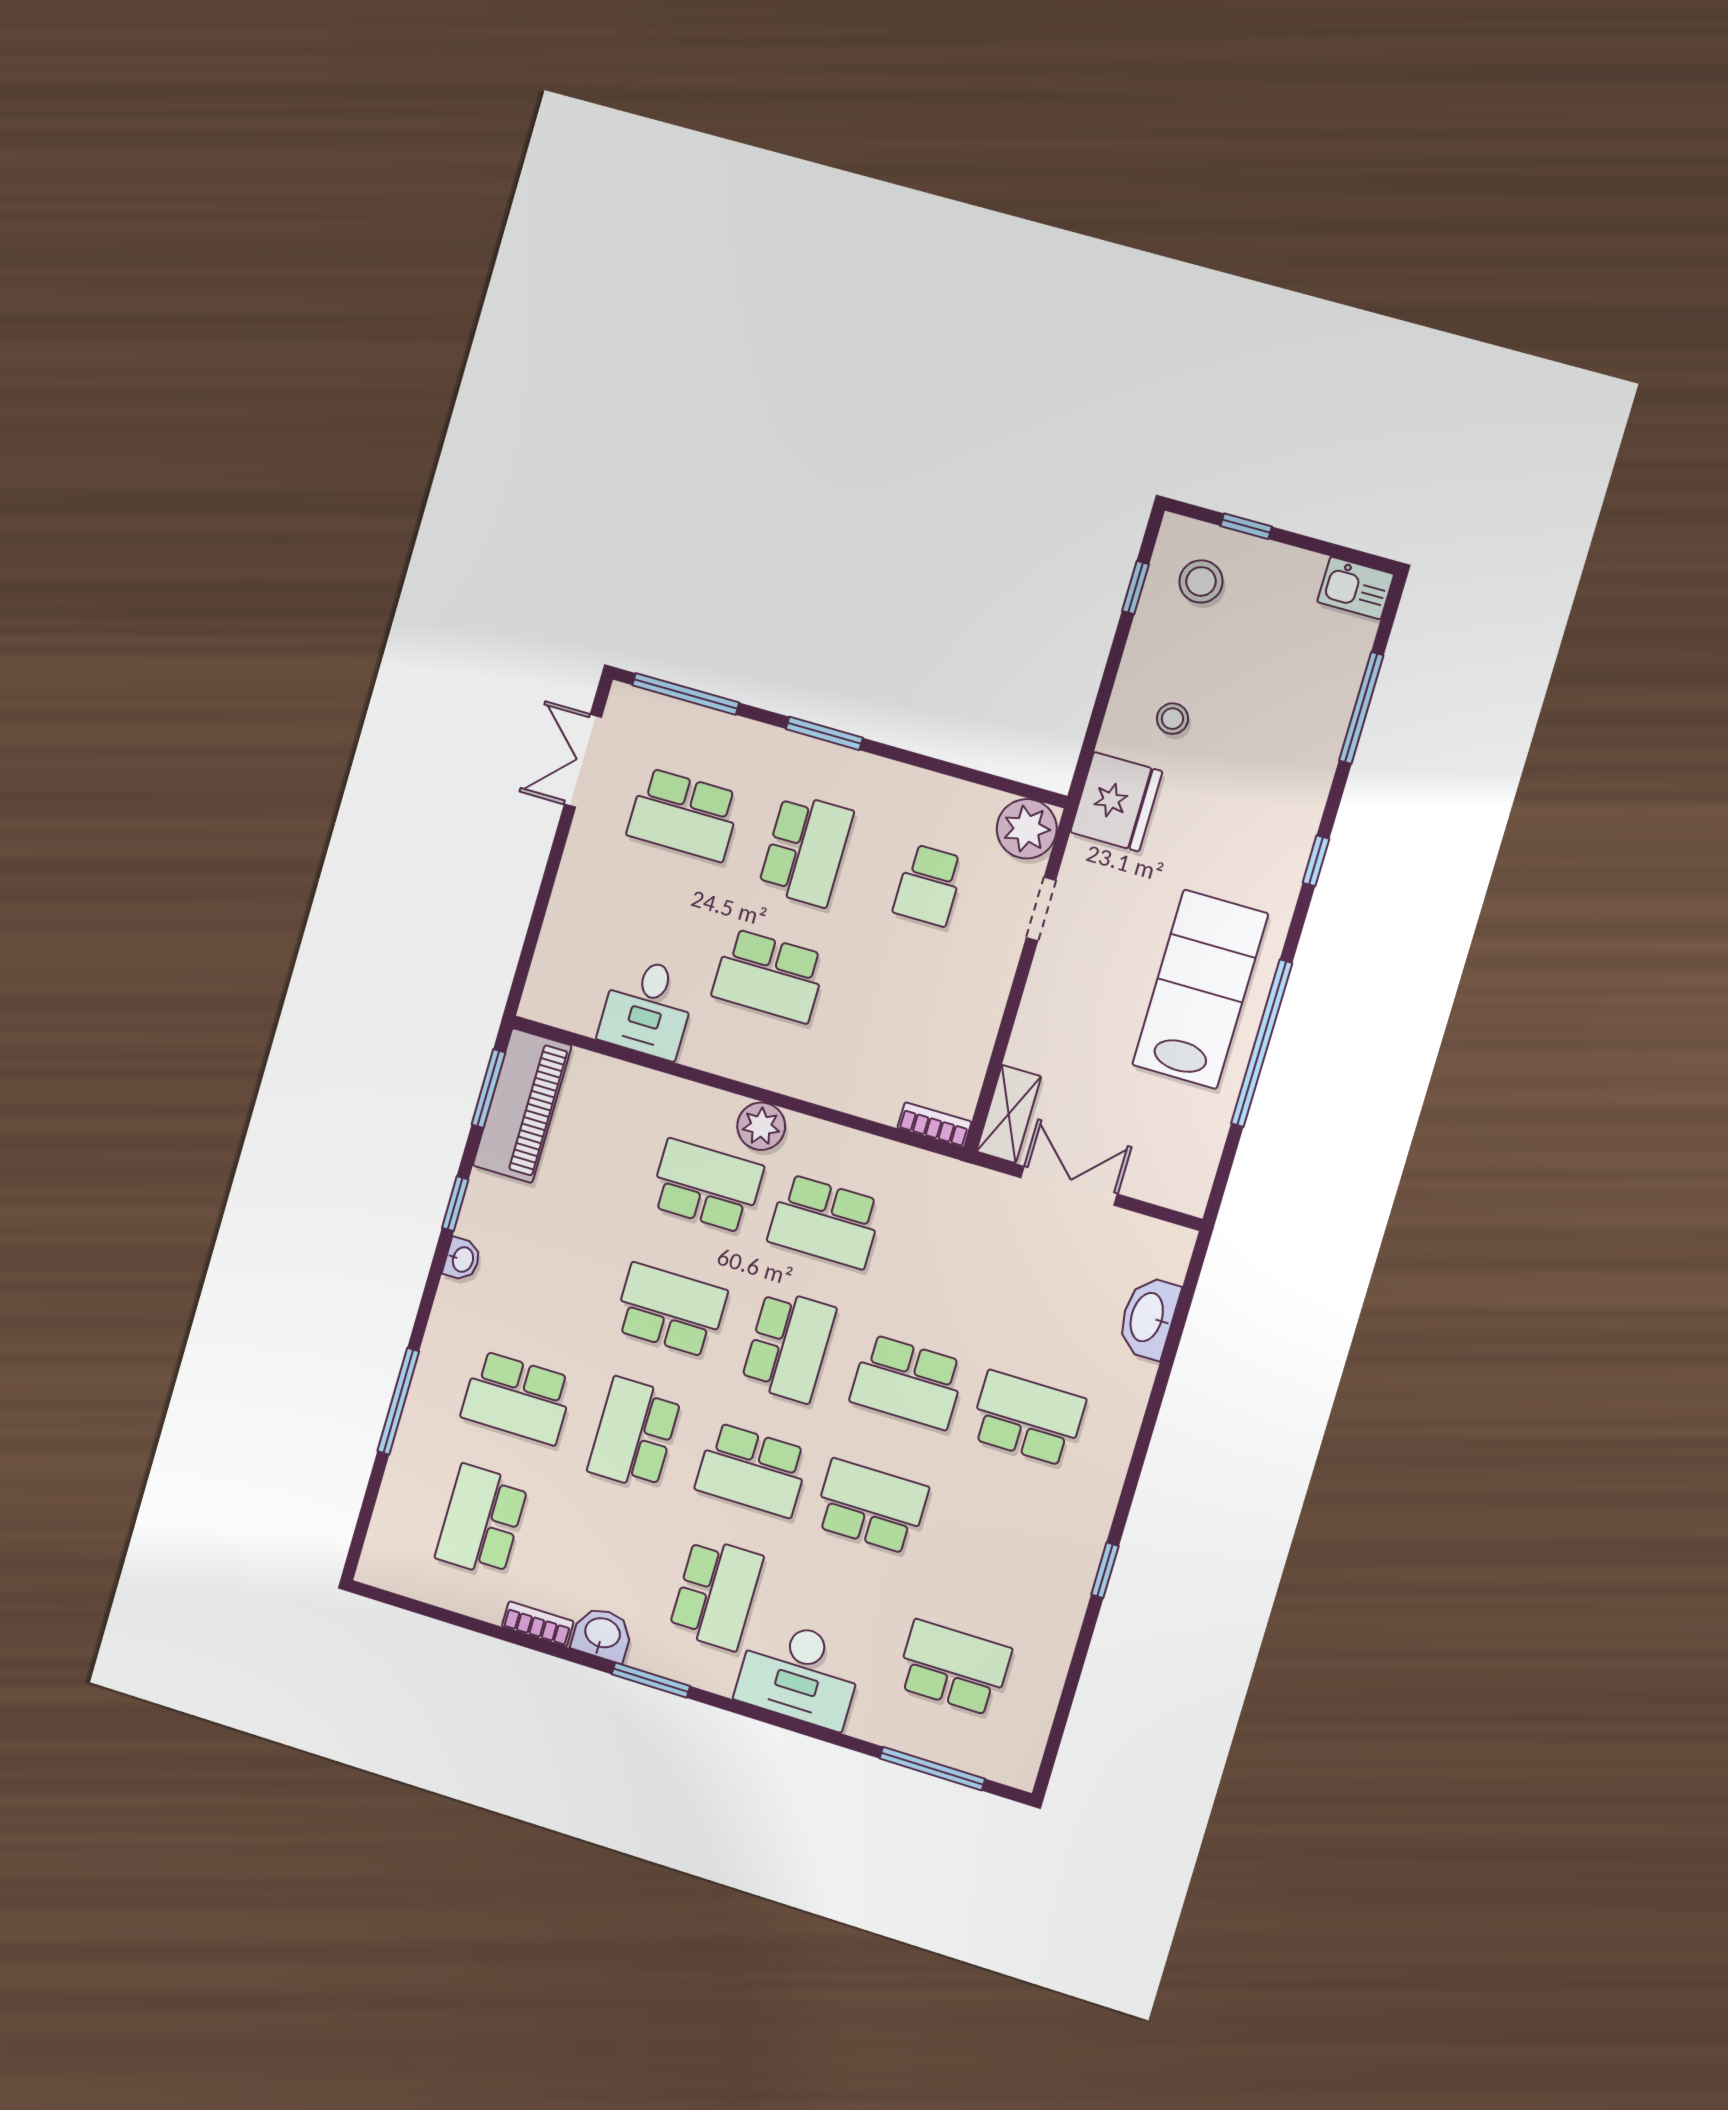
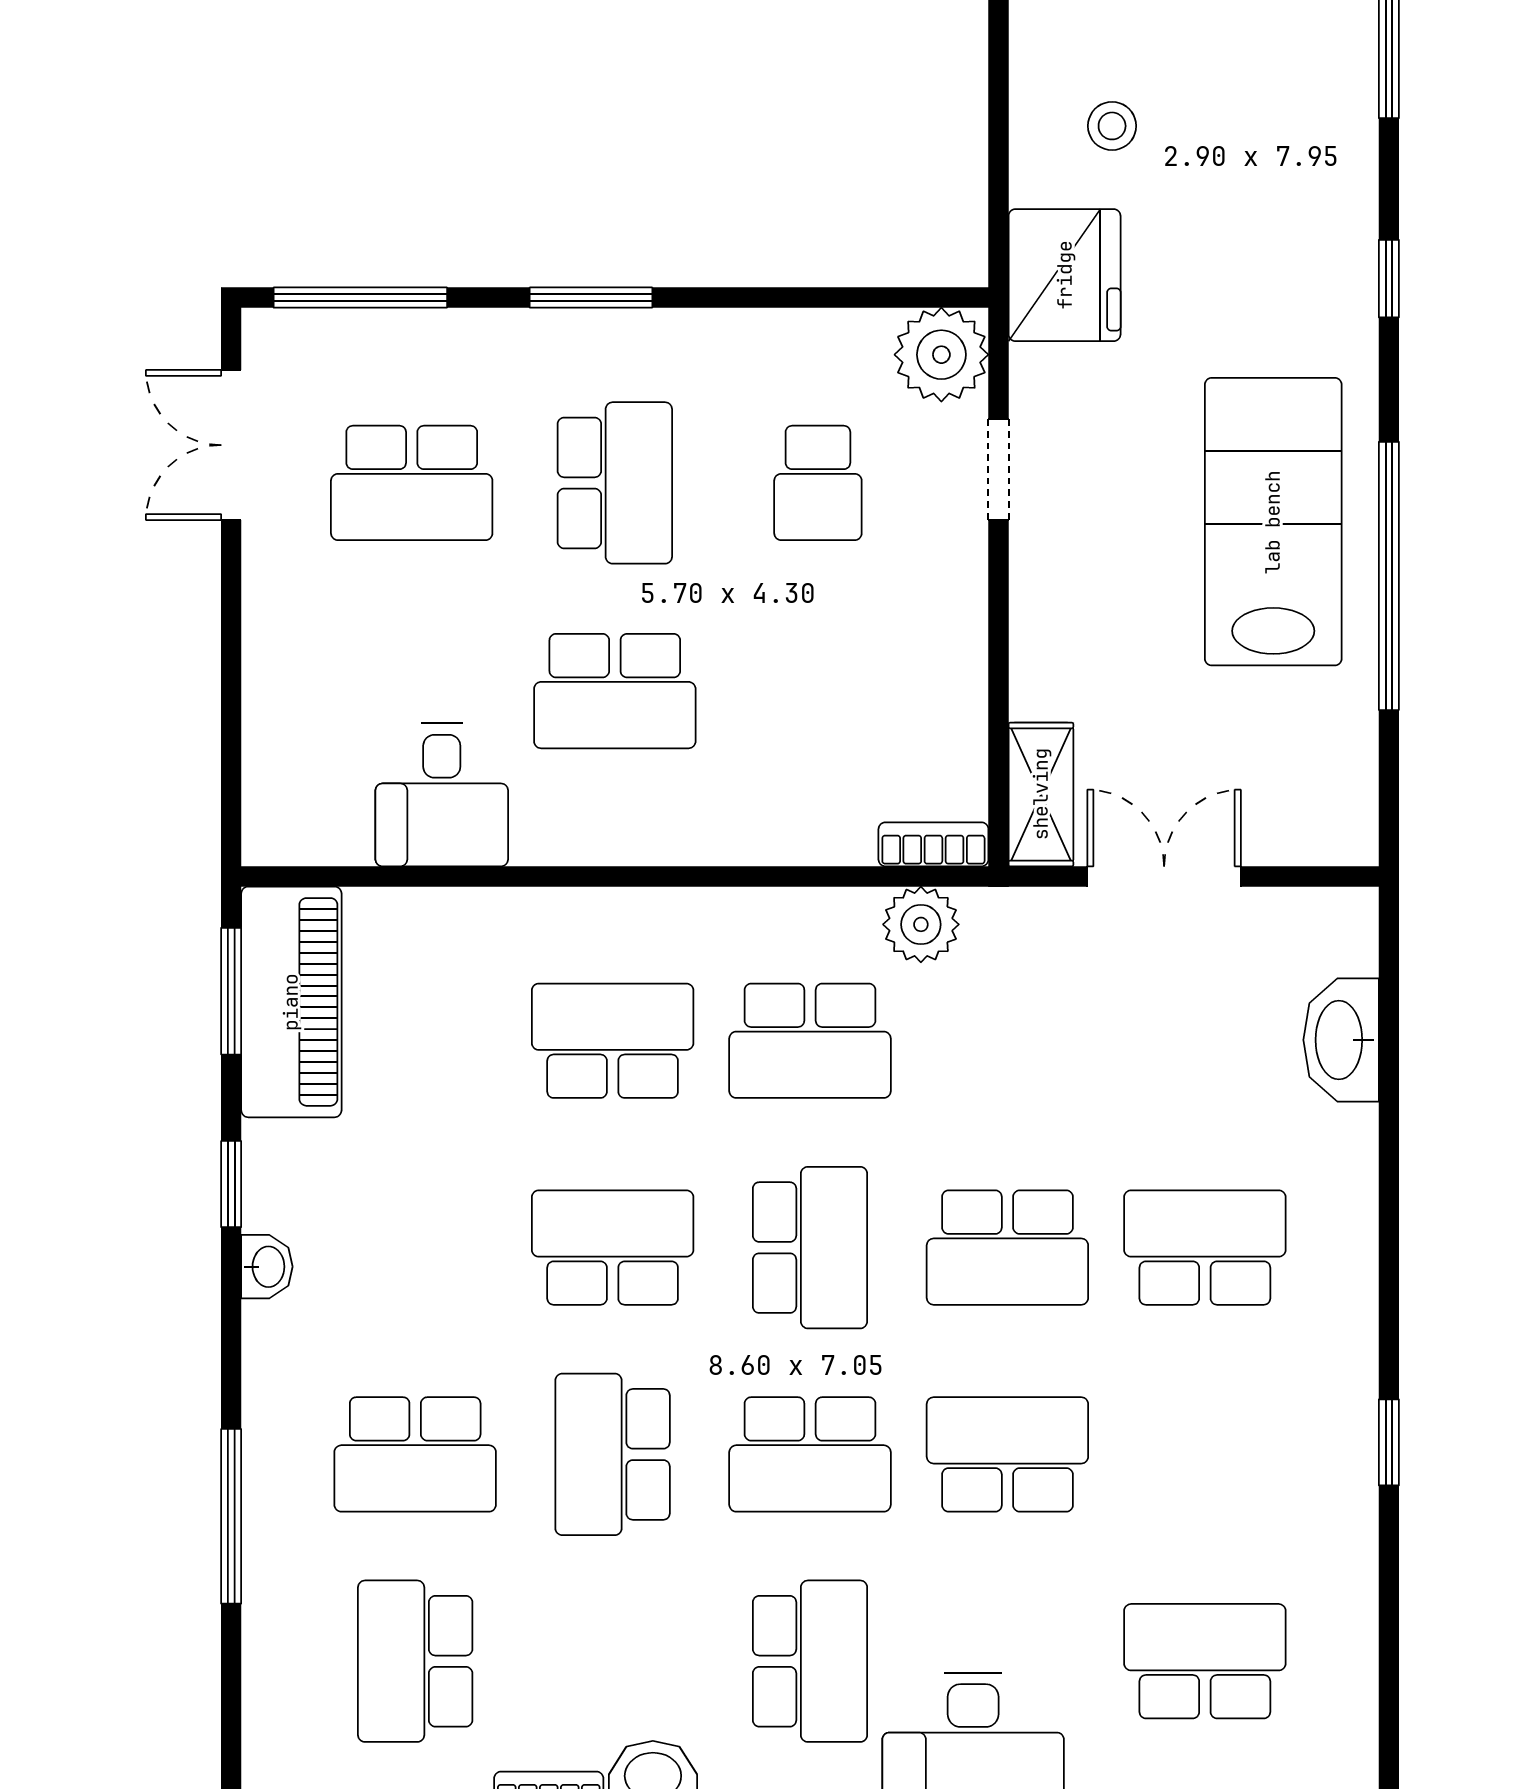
plant: (761, 1126) -> (921, 924), moved

